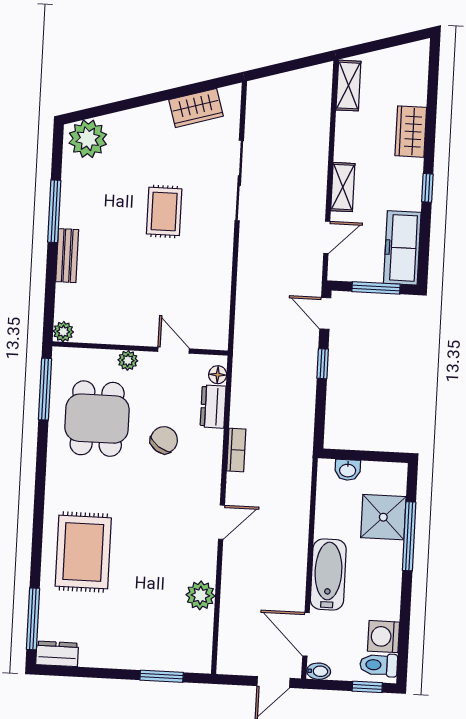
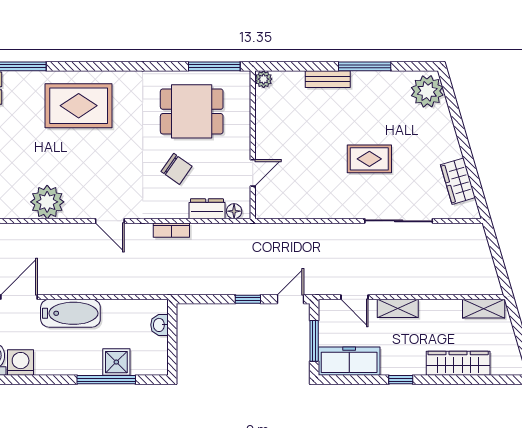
wardrobe: (411, 132) -> (458, 363), width x1.50
plant: (128, 360) -> (242, 135), removed
shower: (383, 517) -> (116, 362), width x0.73, depth x0.73
plant: (200, 595) -> (47, 202), width x1.36, depth x1.36

